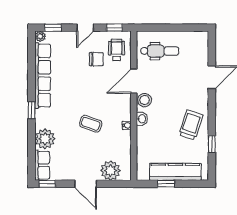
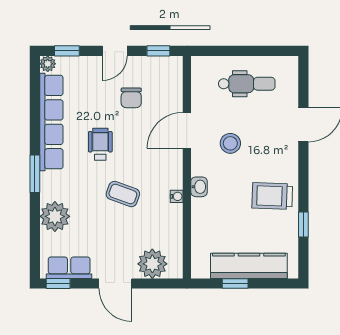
wheelchair: (117, 50) -> (100, 144), moved
dental chair: (160, 51) -> (247, 84), moved
chair: (96, 59) -> (131, 98), turned 90
stool: (145, 100) -> (230, 143), moved
window: (32, 110) -> (35, 174), width x1.50
trolley: (191, 125) -> (272, 196), turned -106
row of seats: (42, 165) -> (69, 268), moved, turned -90

